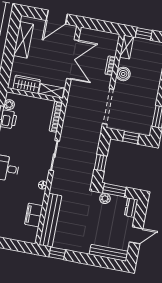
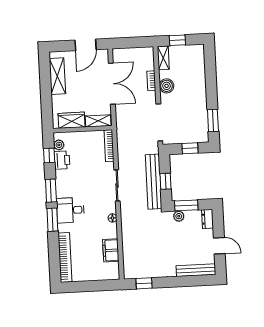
bench: (50, 220) -> (154, 182), moved
door: (136, 235) -> (219, 246), hinge flipped

